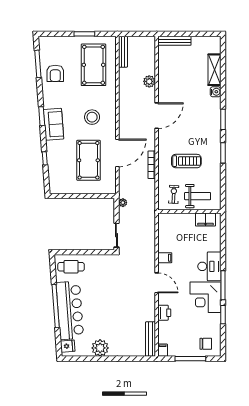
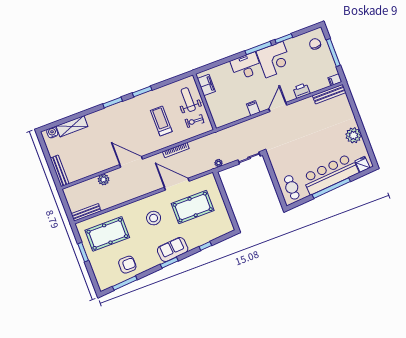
water cooler: (216, 92) -> (52, 133), moved

